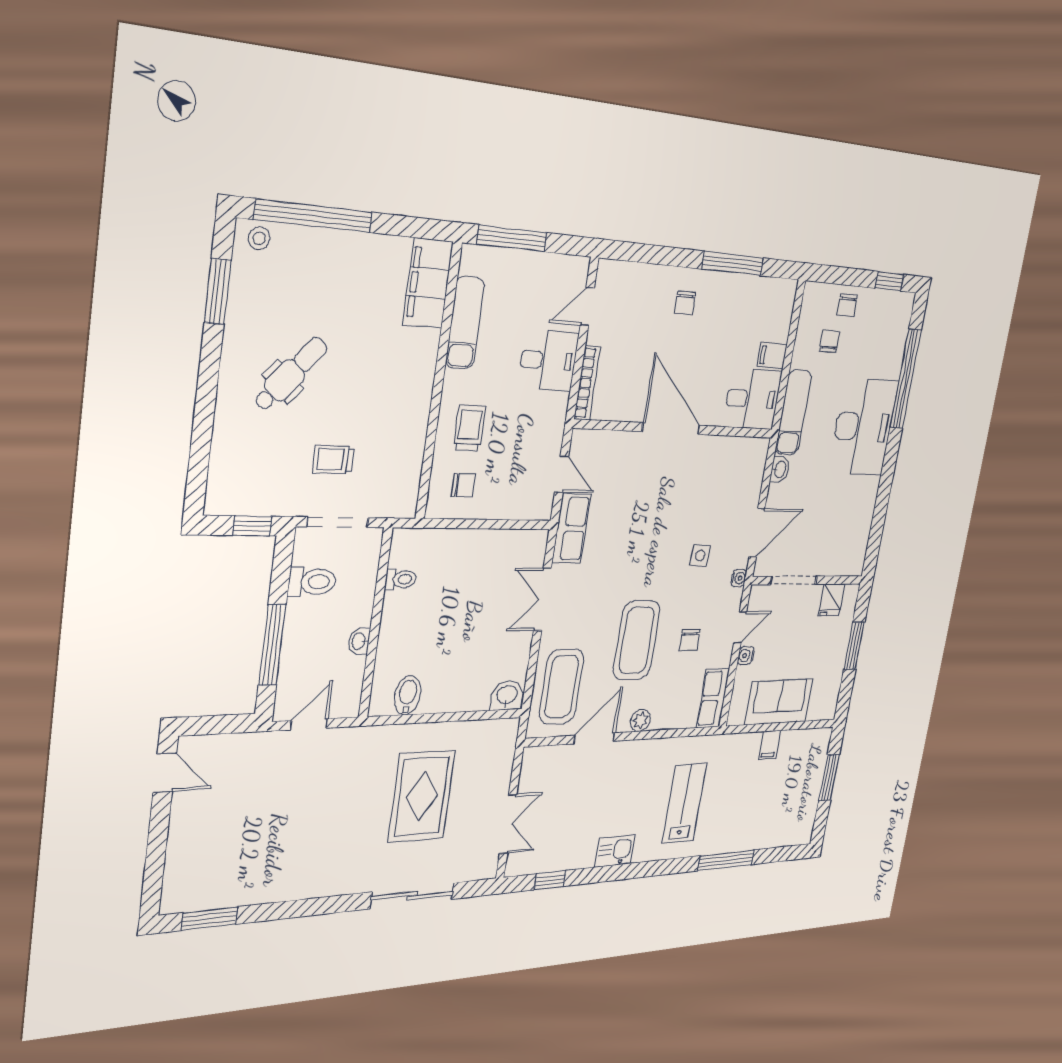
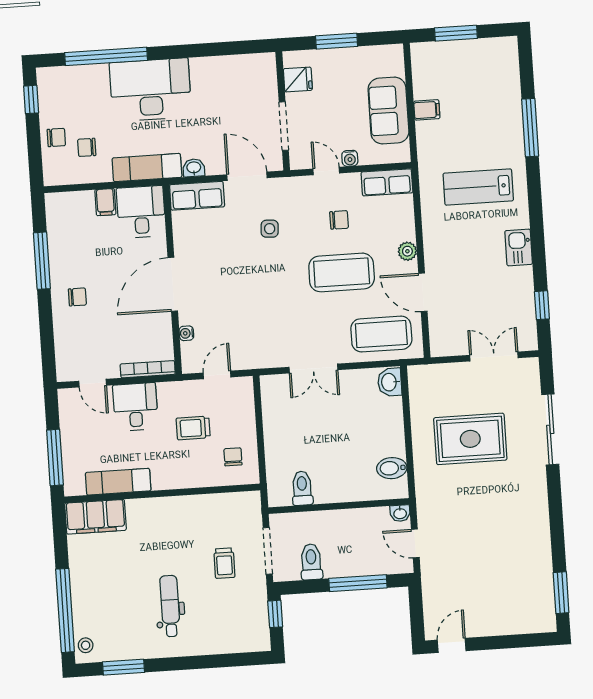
dental chair: (291, 374) -> (170, 606), turned 48
trolley: (470, 428) -> (193, 428), moved
row of seats: (571, 529) -> (197, 196), moved, turned 180
water cooler: (739, 578) -> (186, 333), moved, turned -90
toilet: (401, 579) -> (302, 488), width x1.37, depth x1.39
washbasin: (359, 641) -> (400, 513), moved

